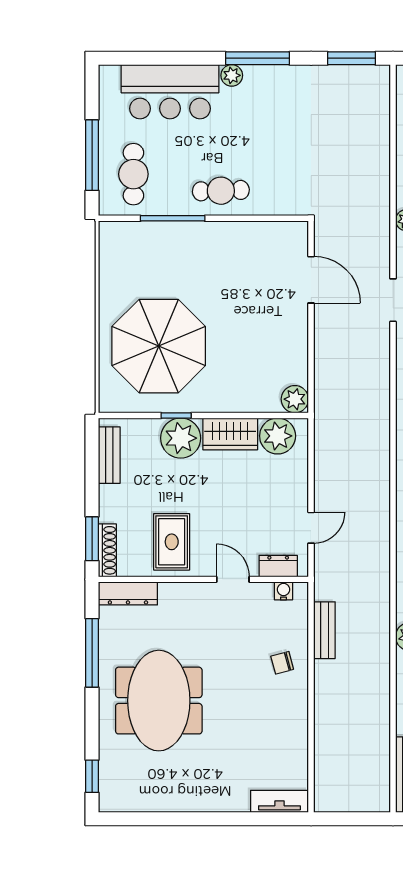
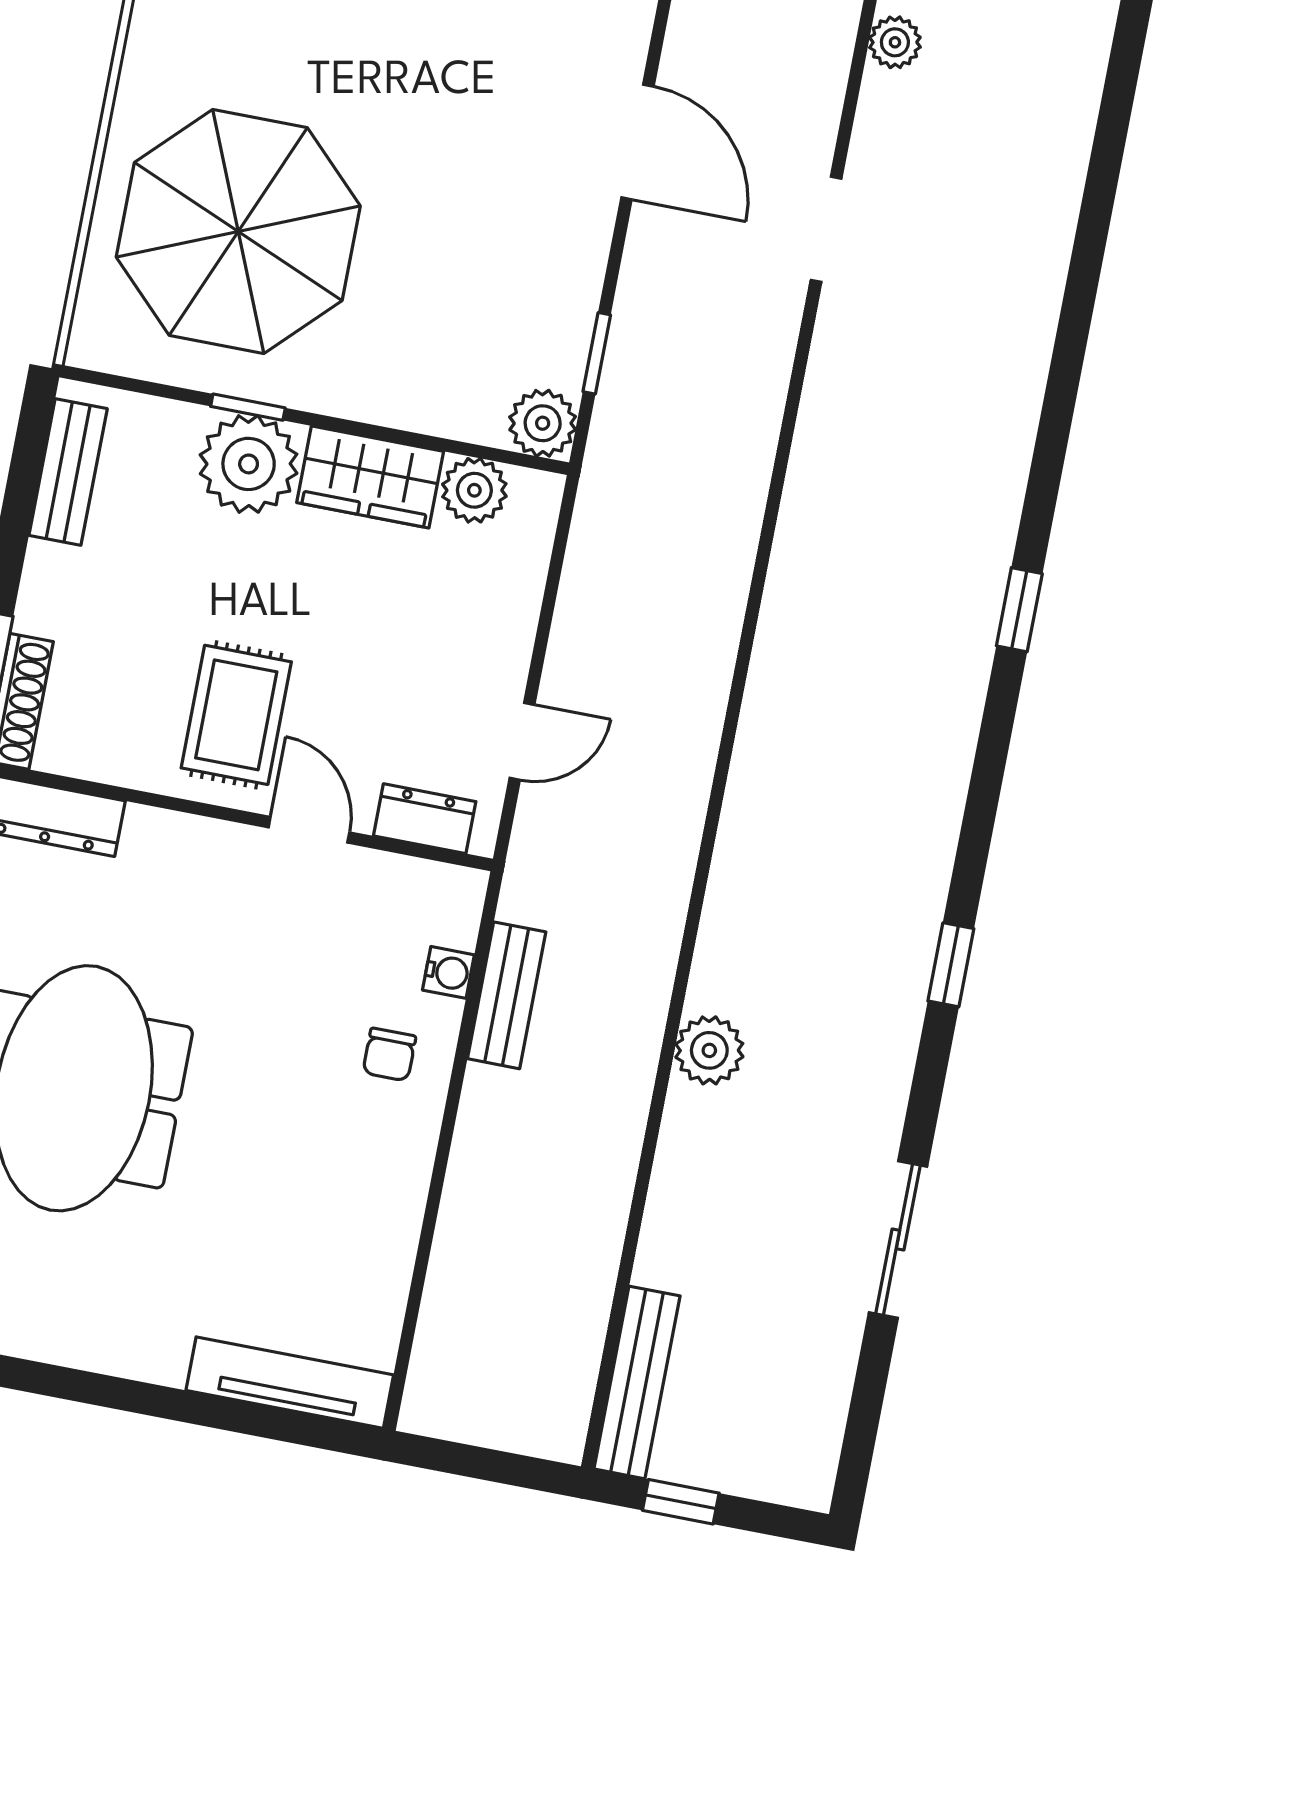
window: (311, 367) -> (597, 353), added
plant: (278, 436) -> (474, 490), width x0.73, depth x0.73
rug: (172, 542) -> (236, 715), moved
water cooler: (283, 591) -> (448, 972), moved, turned 90
chair: (282, 663) -> (389, 1054), turned -75
tv unit: (279, 801) -> (290, 1383), width x1.41

